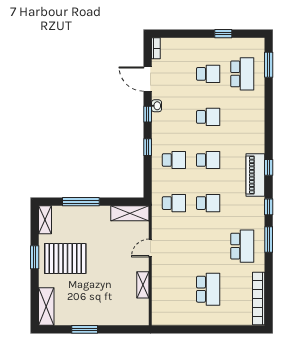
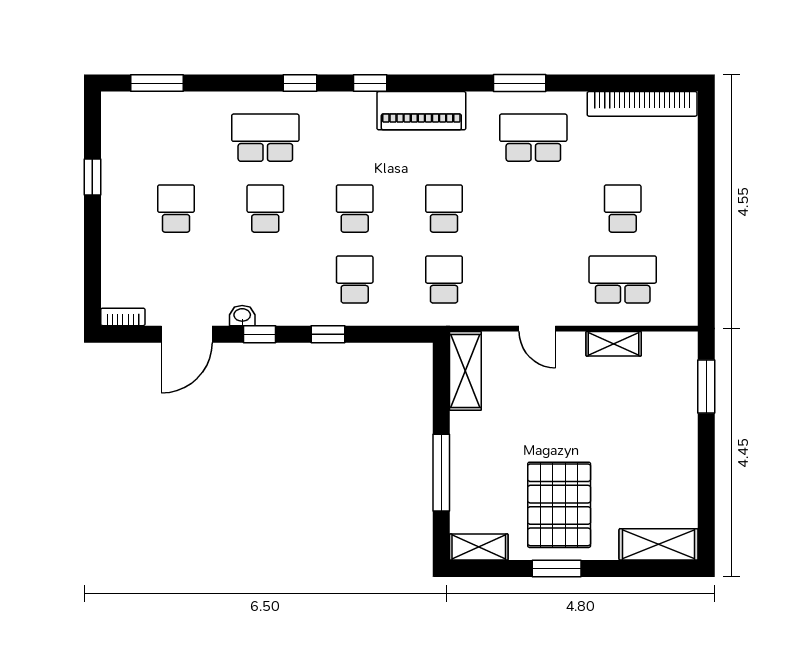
school desk: (242, 74) -> (265, 138), moved
piano: (255, 175) -> (421, 111), moved
window: (269, 207) -> (300, 83), moved
school desk: (174, 289) -> (623, 280), added
school desk: (208, 289) -> (623, 209), width x0.54
window: (85, 329) -> (706, 386), moved

